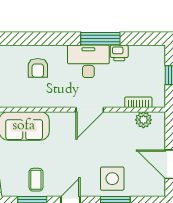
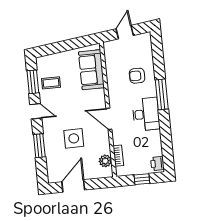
window: (100, 39) -> (162, 94), moved
printer: (119, 53) -> (157, 163), moved
side table: (112, 179) -> (74, 138), moved

